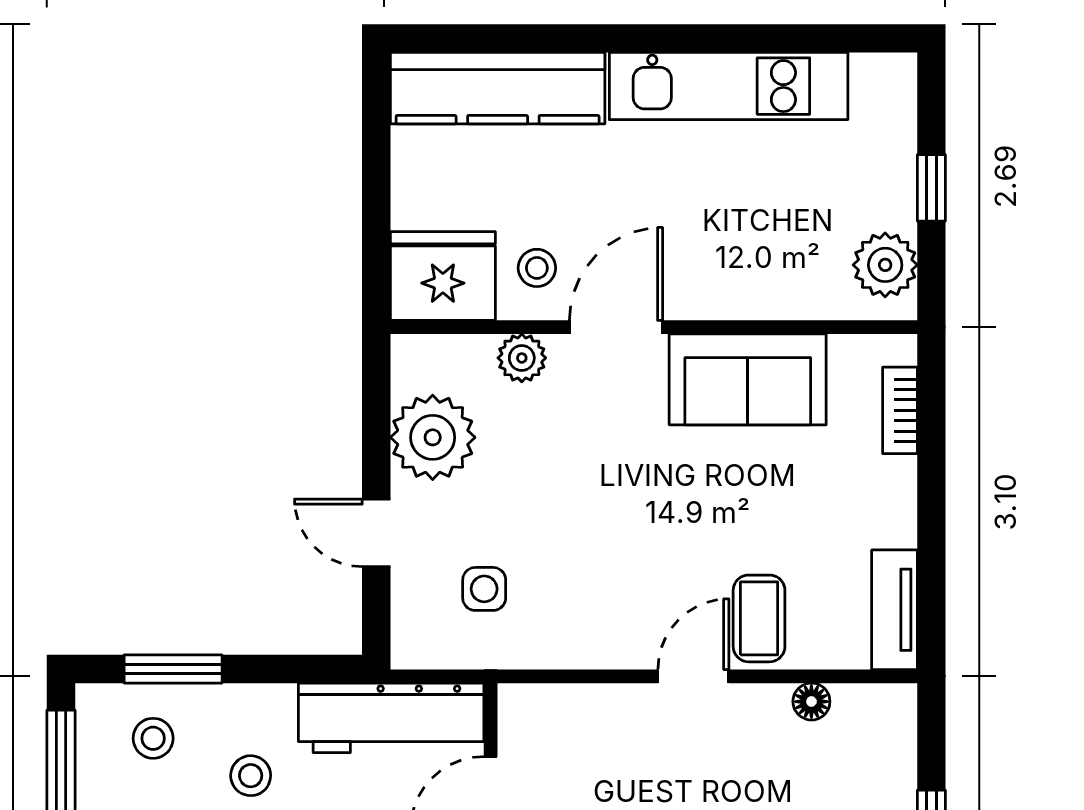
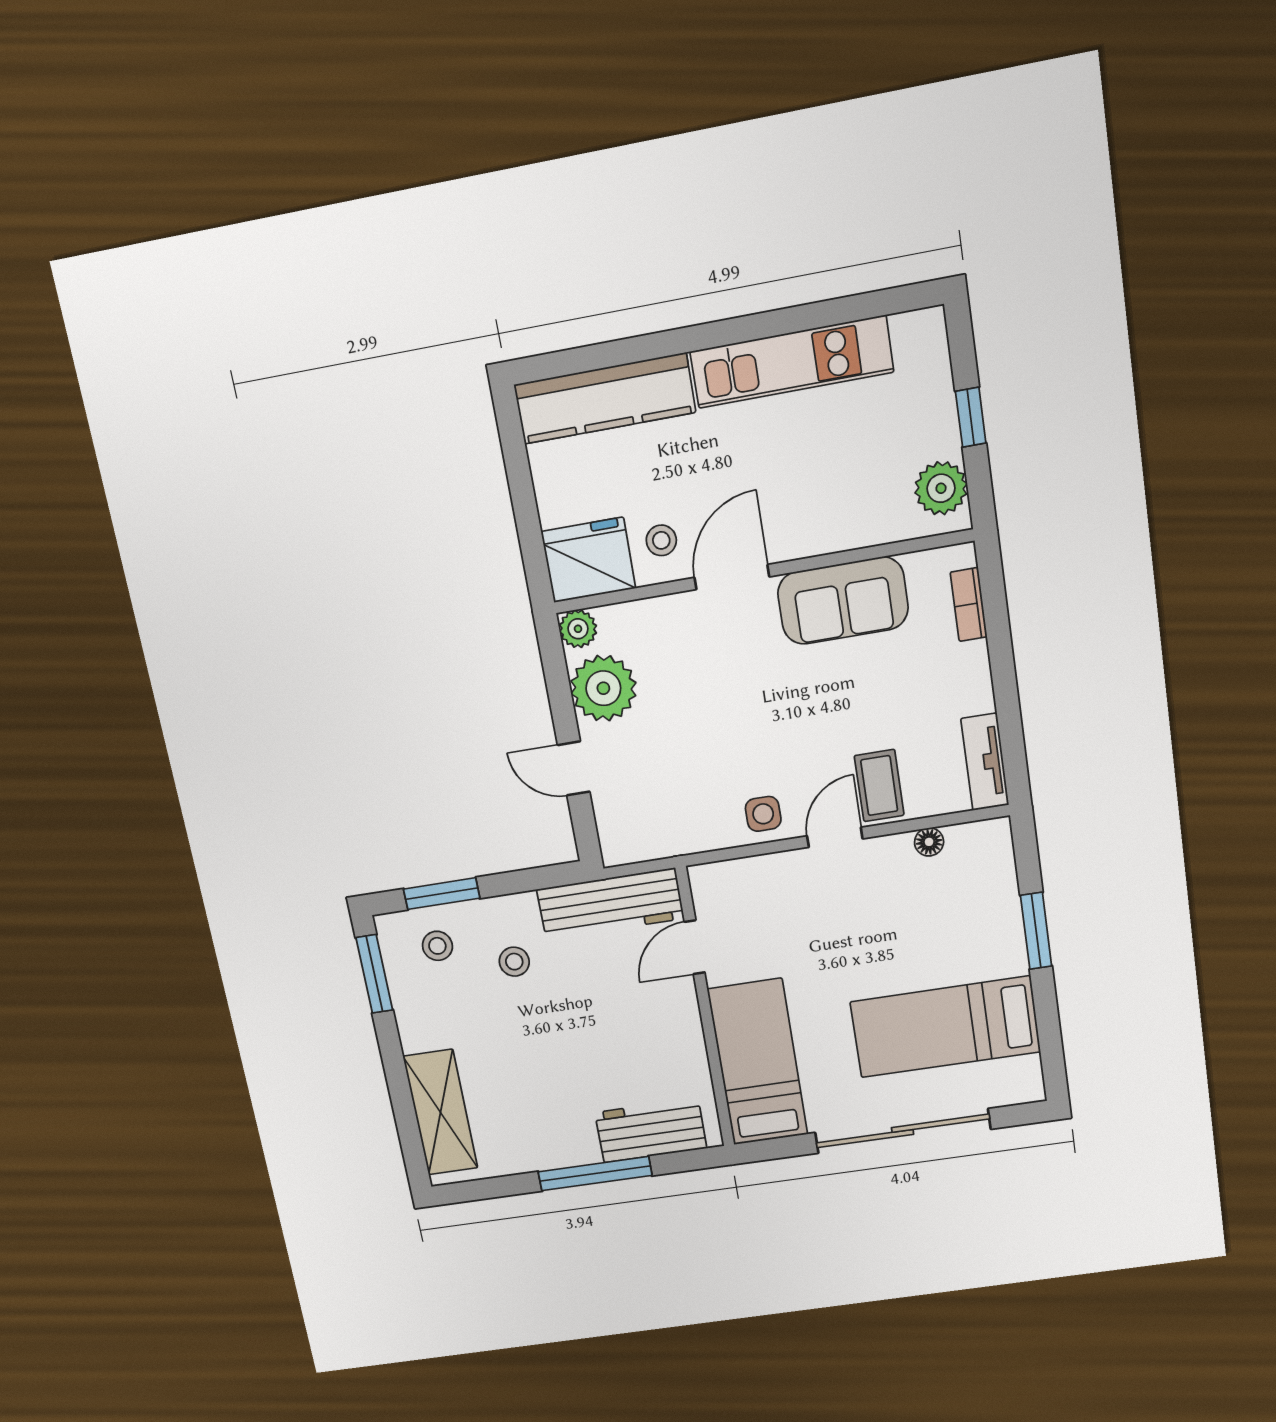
plant: (522, 358) -> (578, 629), moved
side table: (484, 589) -> (763, 814), moved

